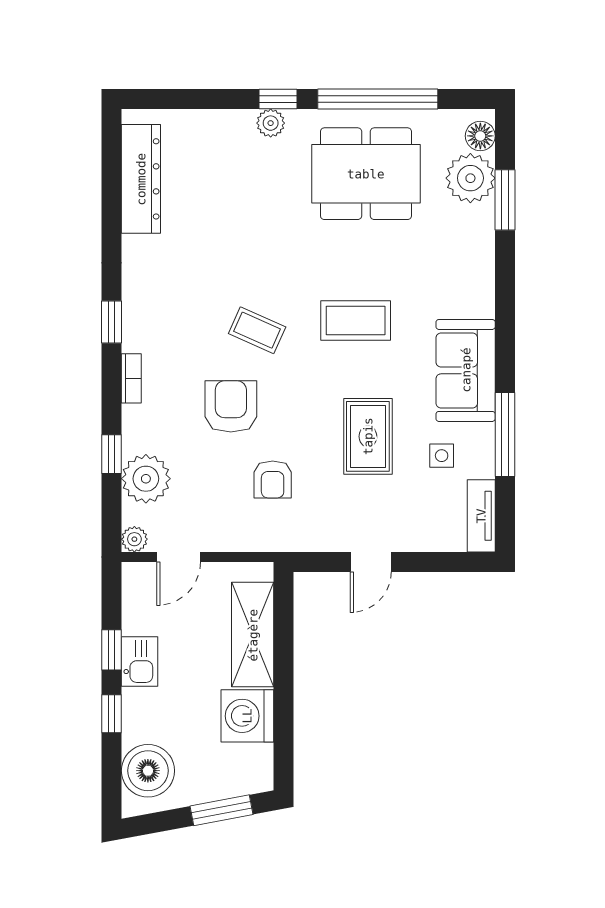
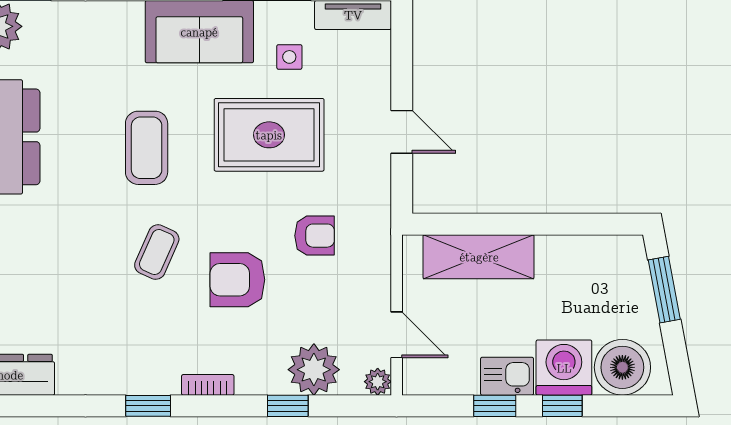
rug: (368, 436) -> (269, 135), width x1.36, depth x1.43
washing machine: (247, 716) -> (564, 368), moved, turned 180

